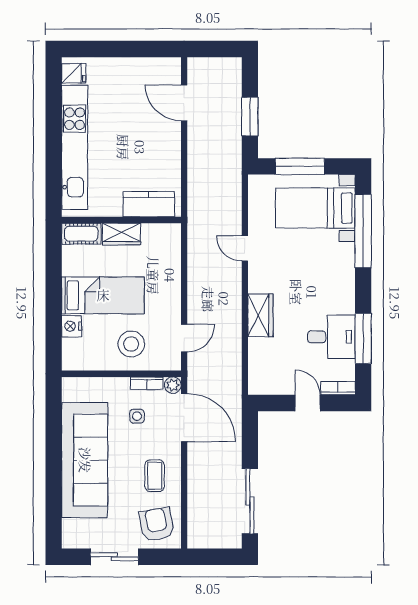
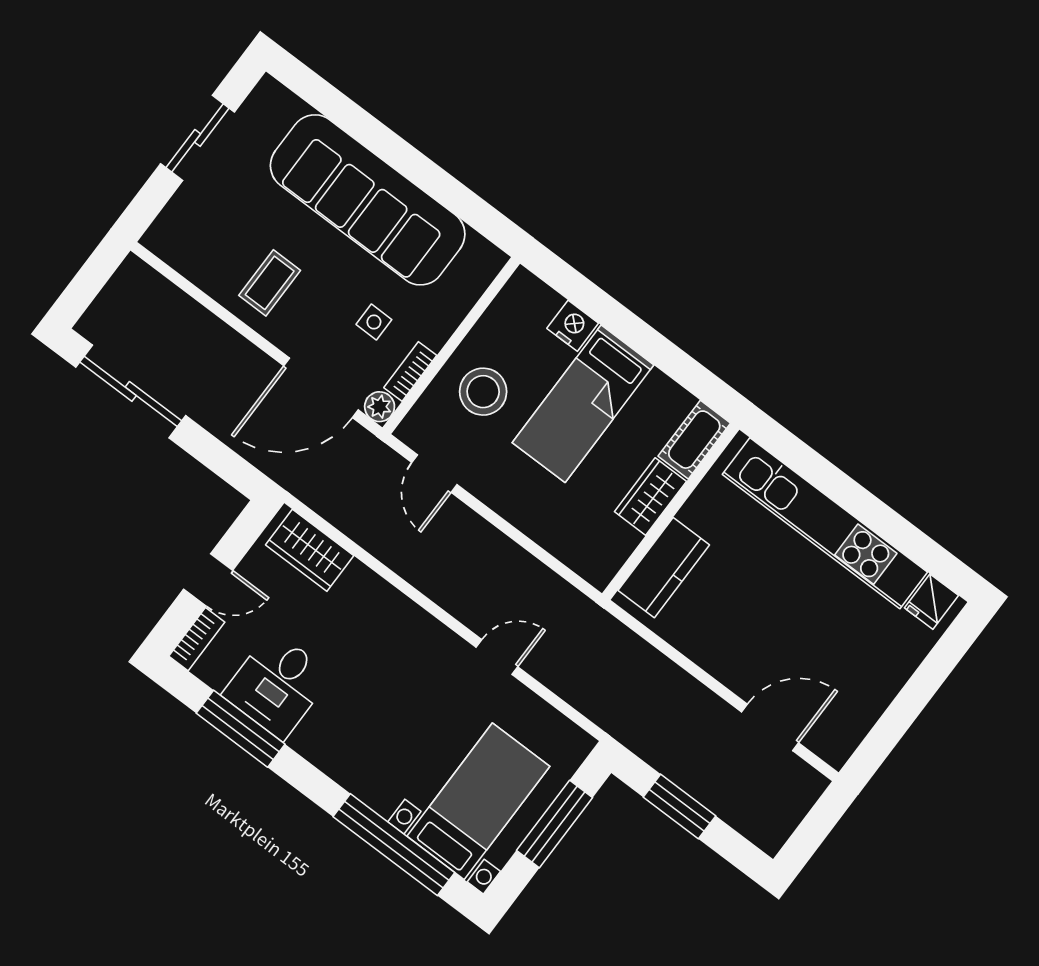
wardrobe: (260, 315) -> (310, 550), moved
coffee table: (155, 476) -> (270, 283), turned 90
armchair: (157, 524) -> (198, 233), removed

